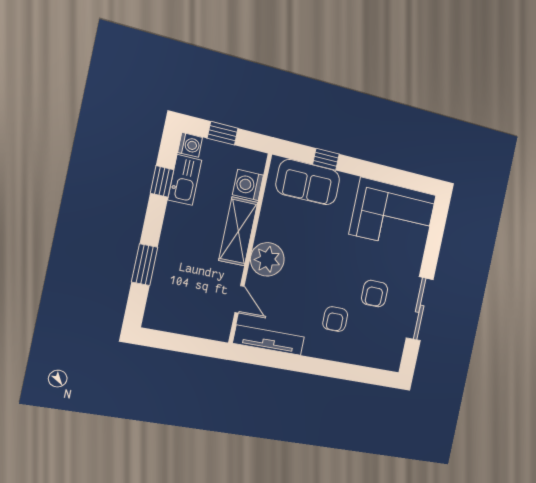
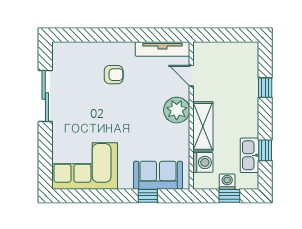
washing machine: (190, 145) -> (227, 182), moved, turned 90
window: (145, 265) -> (265, 88), width x0.67
armchair: (375, 294) -> (86, 101), removed
armchair: (335, 319) -> (114, 75), turned 90

